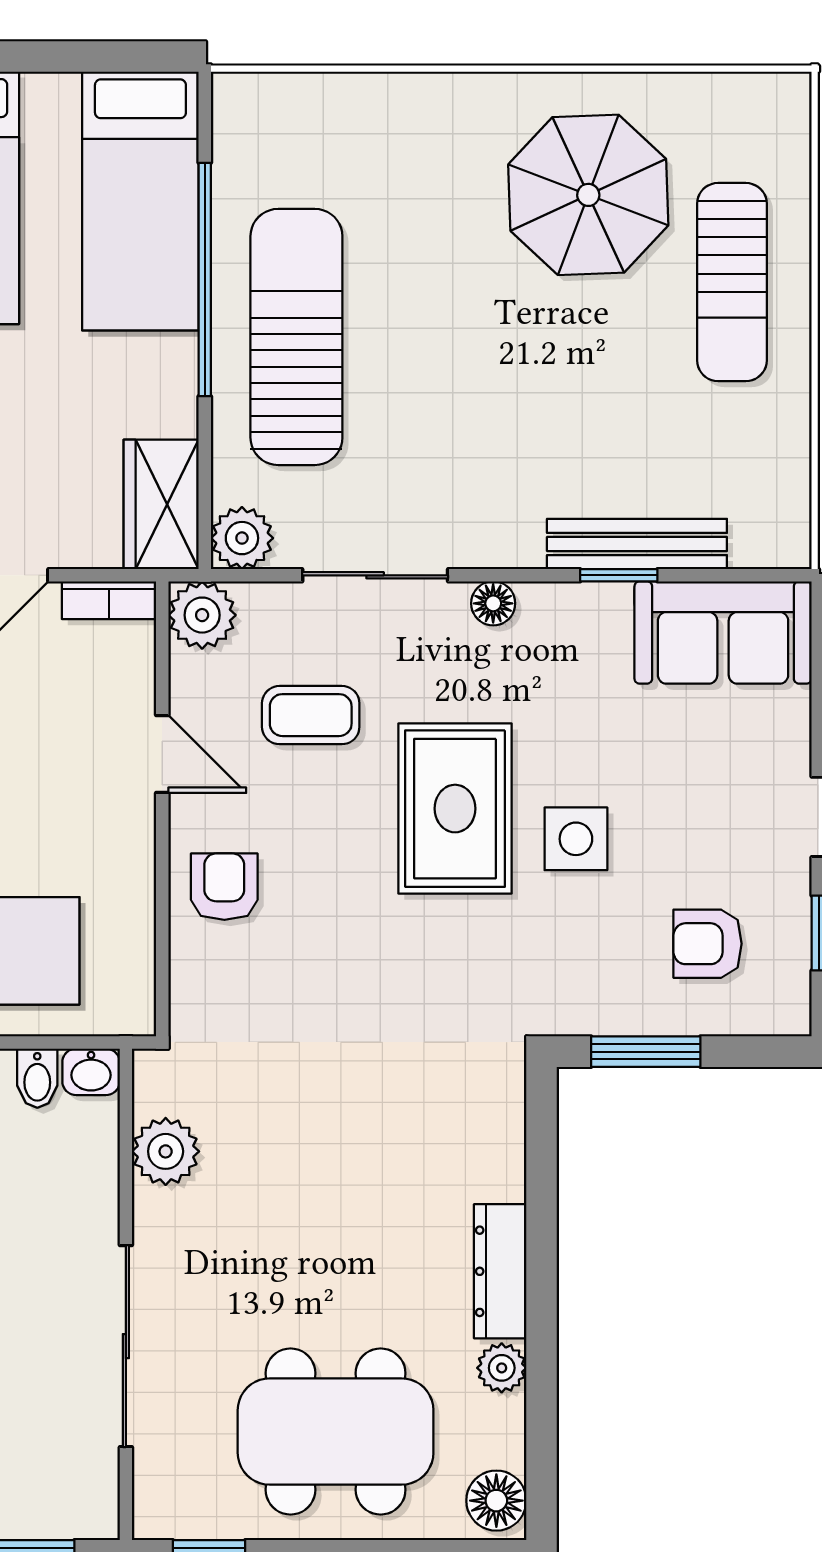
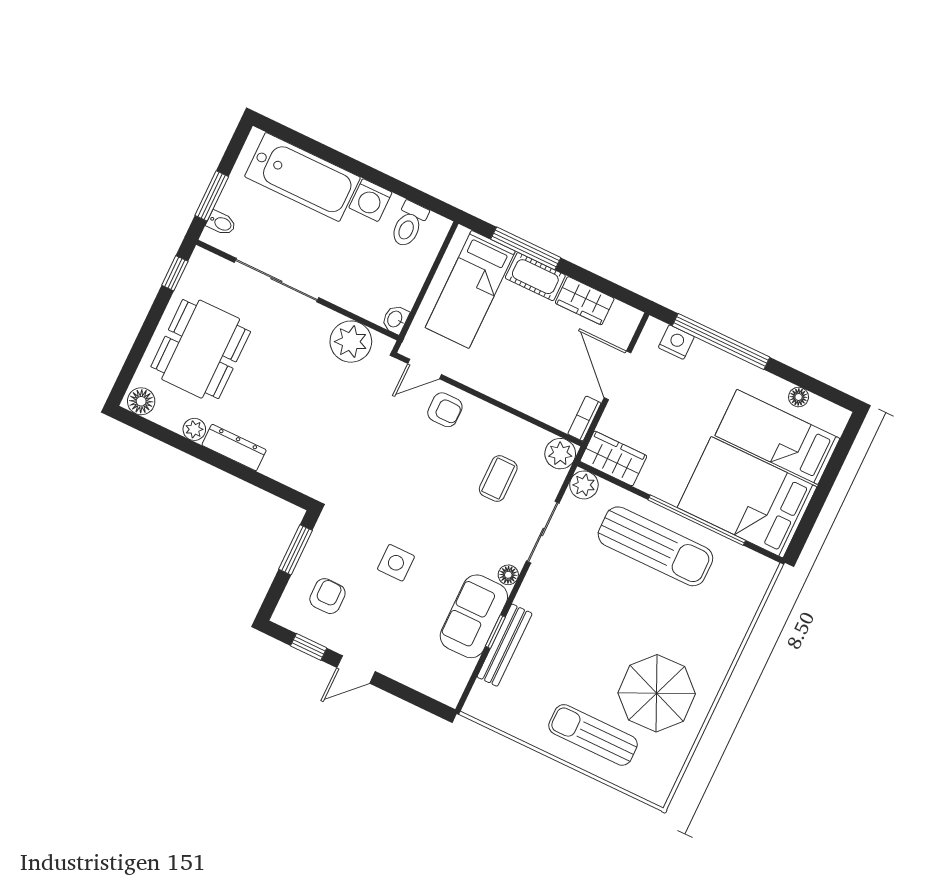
bed: (140, 201) -> (747, 497), width x1.50
sofa: (723, 633) -> (474, 616), moved
door: (162, 754) -> (425, 369), moved
rug: (455, 809) -> (432, 519), removed
bidet: (37, 1078) -> (221, 223), moved, turned 180
plant: (166, 1151) -> (351, 342), width x1.36, depth x1.36

